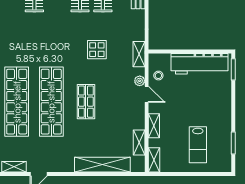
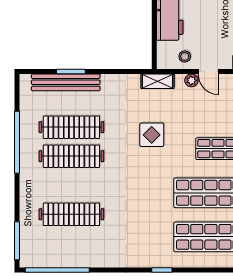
door: (147, 94) -> (209, 71), swing flipped

